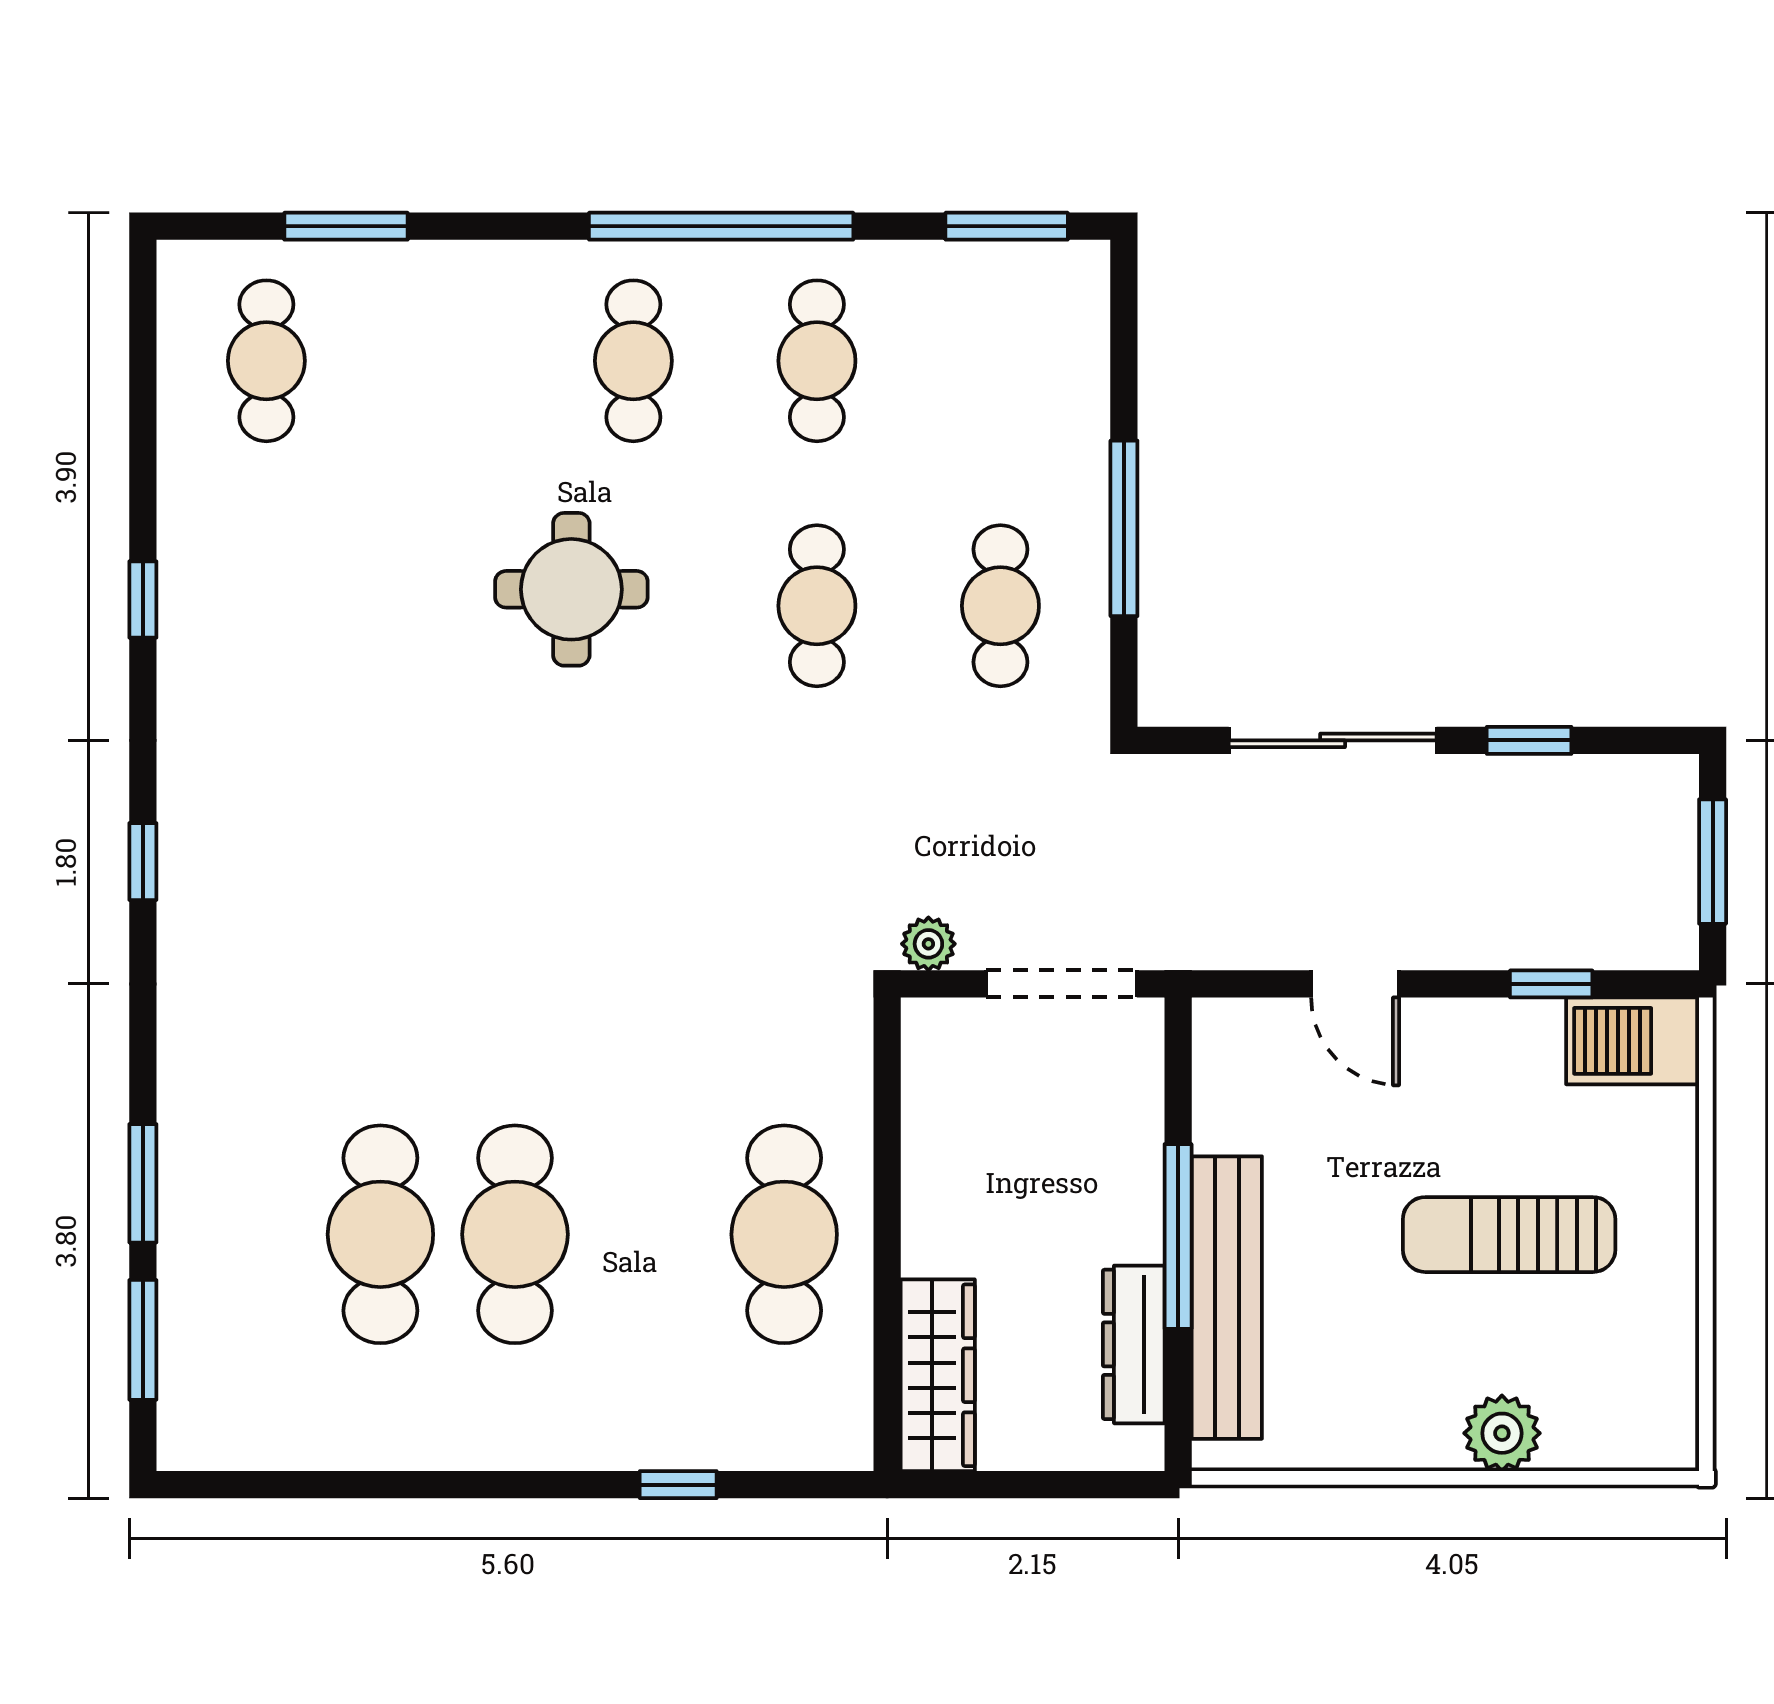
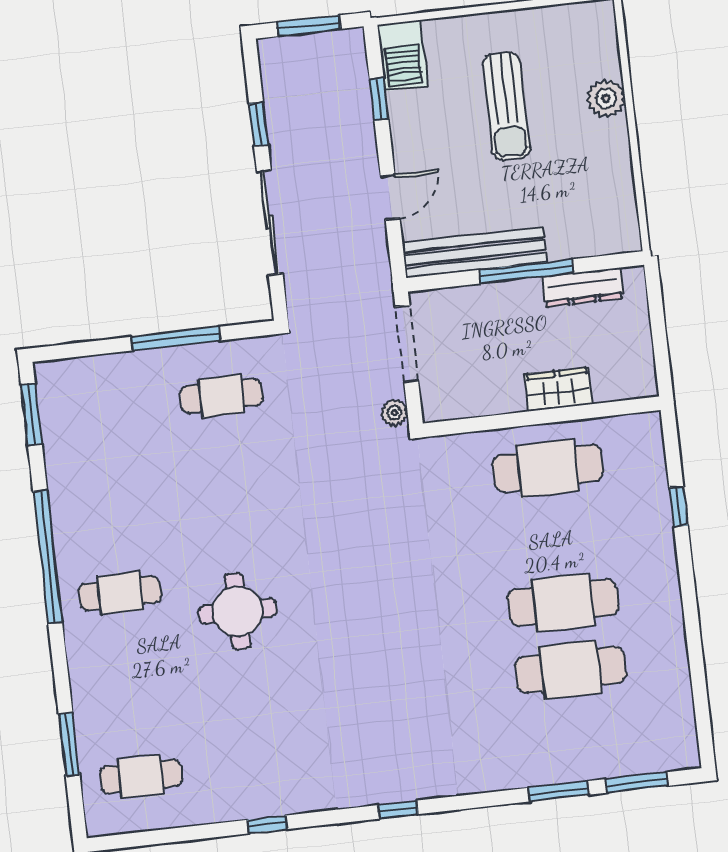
cafe table: (817, 361) -> (109, 502), removed
cafe table: (817, 606) -> (232, 488), removed
bench: (1227, 1298) -> (475, 253), moved
wardrobe: (938, 1375) -> (558, 389), moved, width x0.67

